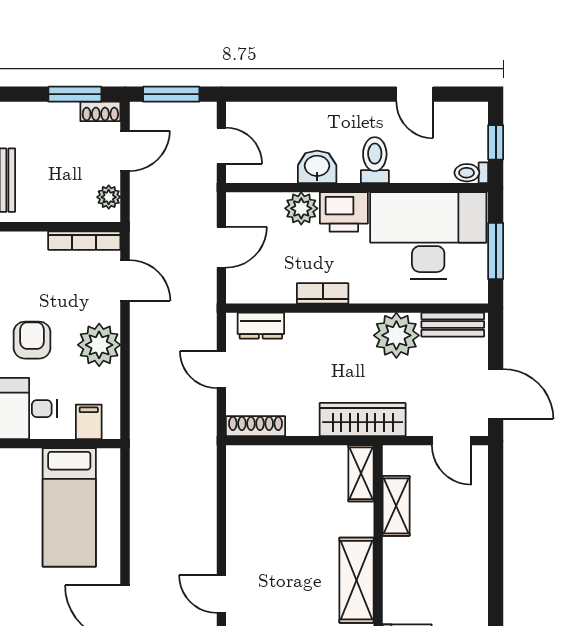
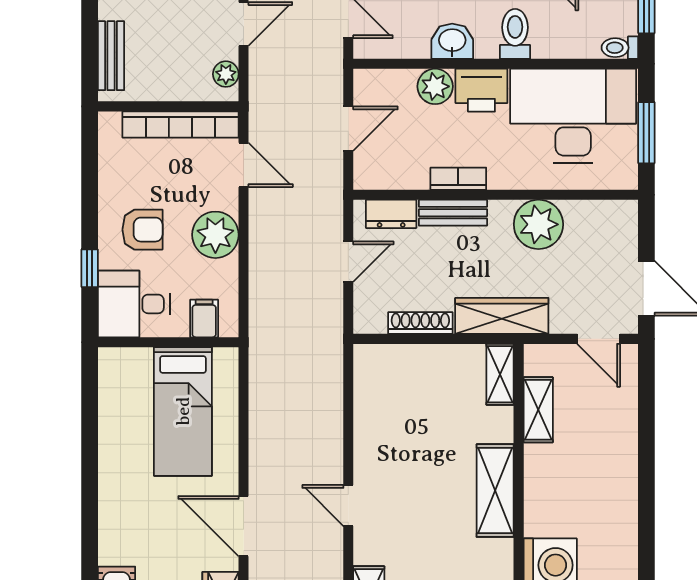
bookcase: (84, 241) -> (181, 124), width x1.48, depth x1.31
bench: (453, 325) -> (453, 213), moved
armchair: (32, 340) -> (142, 230), turned 90
door: (221, 370) -> (348, 262), swing flipped
shoe rack: (256, 426) -> (420, 323), moved

